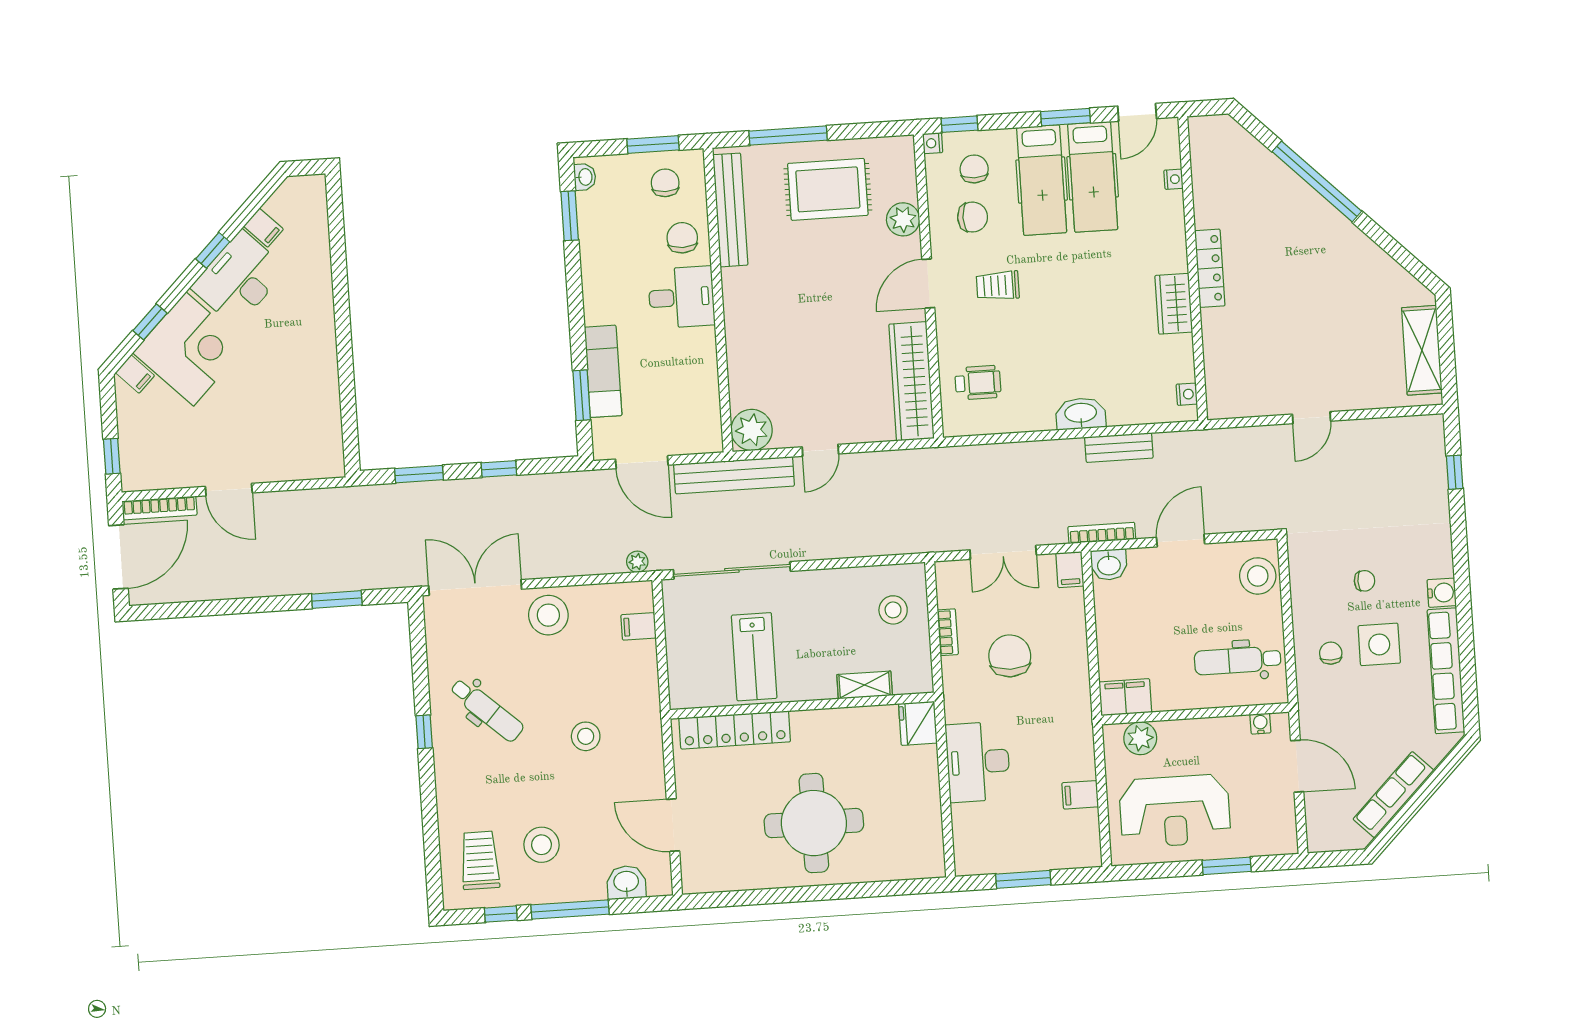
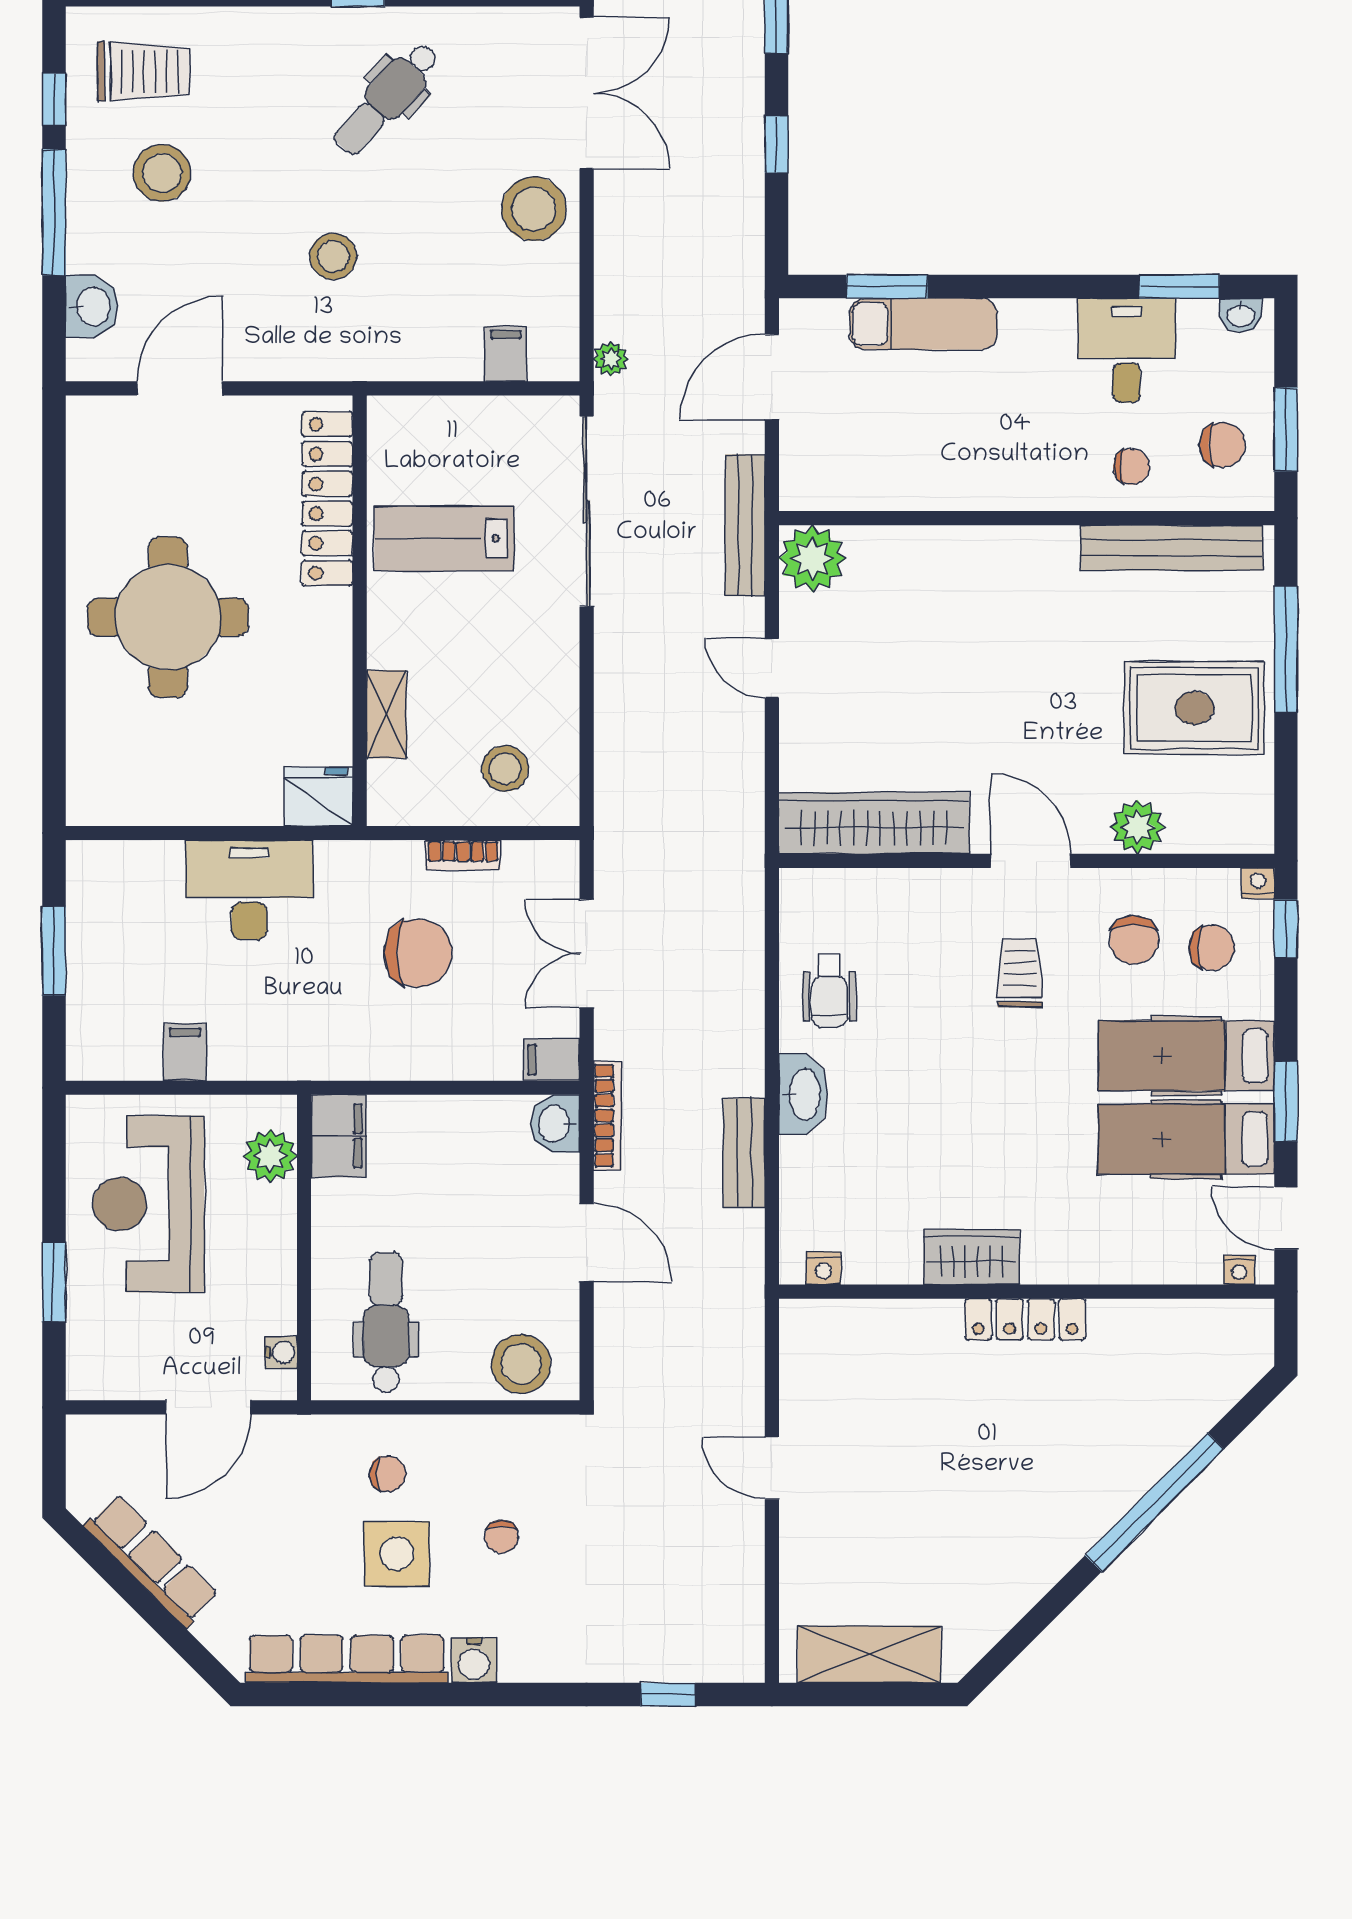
nightstand: (1173, 179) -> (1239, 1270), moved
rug: (828, 189) -> (1194, 708), turned 90
chair: (682, 238) -> (1131, 467), width x0.73, depth x0.73
desk: (681, 297) -> (1127, 350), moved, turned 180
wheelchair: (978, 383) -> (829, 991), moved
bench: (734, 475) -> (745, 525), width x0.73, depth x0.82

